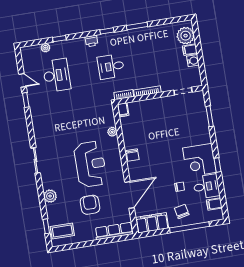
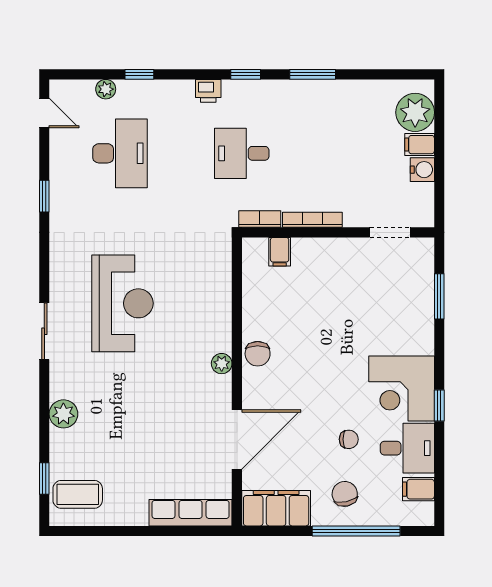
door: (23, 80) -> (44, 113), moved
filing cabinet: (123, 110) -> (280, 252), moved
plant: (112, 132) -> (222, 364), moved
reception desk: (90, 164) -> (122, 303), moved
armchair: (90, 205) -> (147, 447), removed

